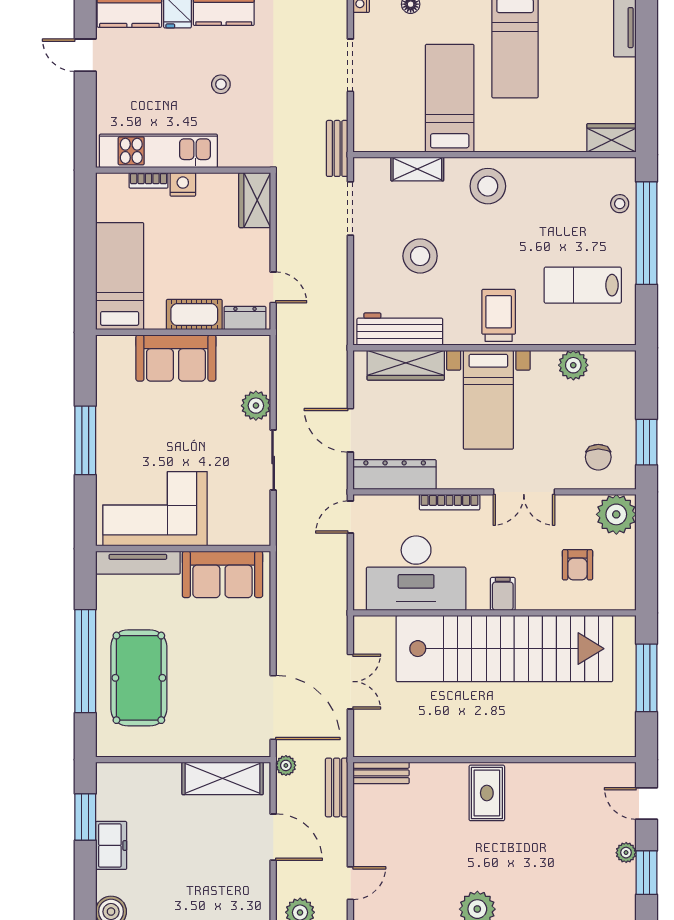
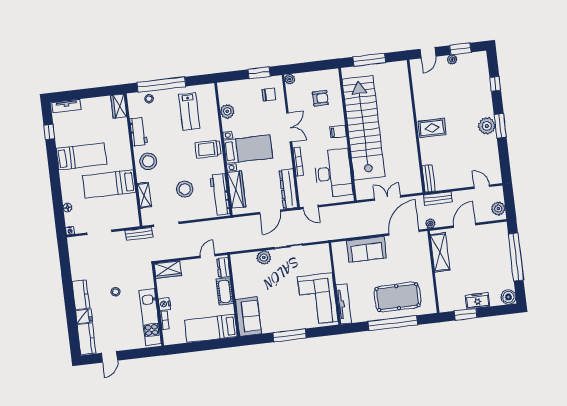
workbench: (553, 173) -> (138, 132), added
sofa: (176, 358) -> (248, 316), moved
plant: (616, 514) -> (290, 79), width x0.53, depth x0.53
sofa: (222, 574) -> (366, 249), moved, turned 90

